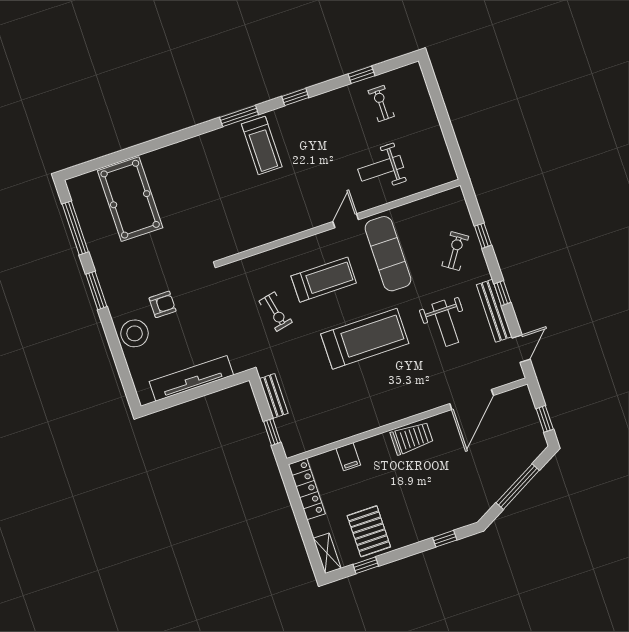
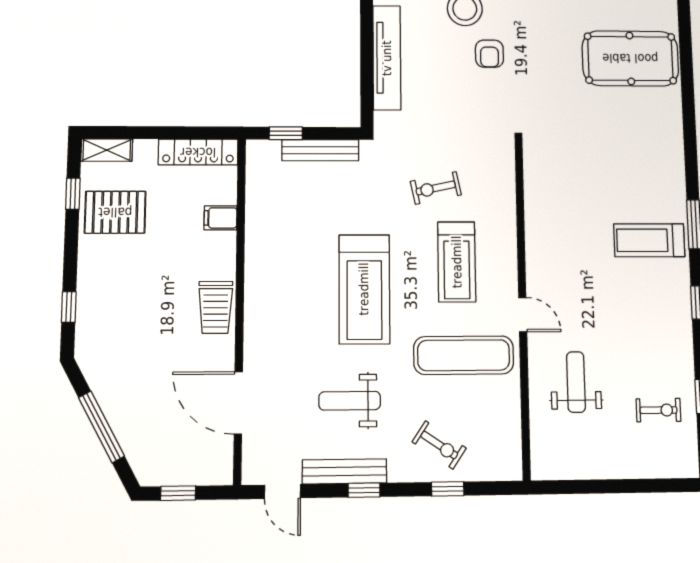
bench: (274, 396) -> (320, 150), width x1.36

